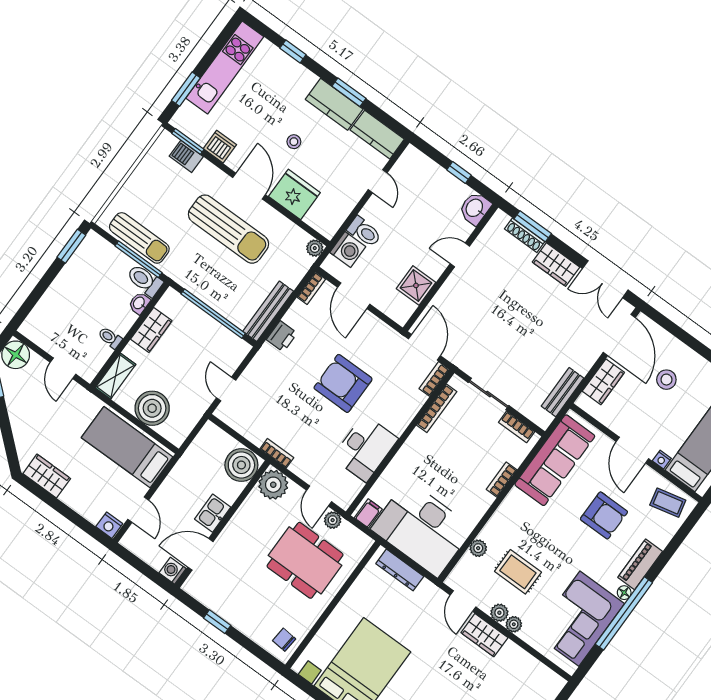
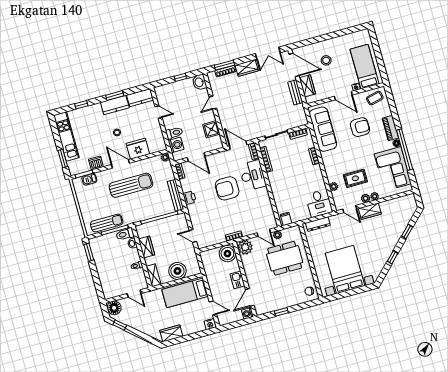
bench: (562, 392) -> (295, 92), moved
desk: (365, 448) -> (253, 175), moved
desk: (422, 529) -> (319, 203), width x0.53, depth x0.77

